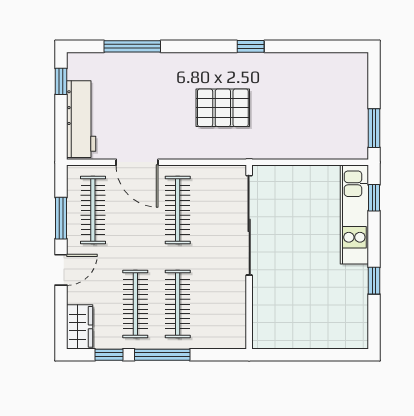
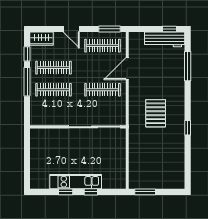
workbench: (81, 119) -> (165, 39), moved
window: (374, 198) -> (91, 192), moved
kitchen unit: (354, 214) -> (76, 182), moved
window: (61, 218) -> (110, 29), moved

